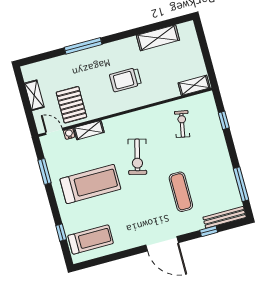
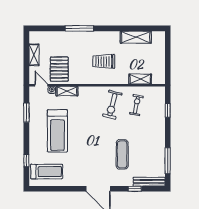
shelving: (194, 85) -> (140, 79), moved
exercise bike: (137, 157) -> (112, 105), moved
treadmill: (90, 184) -> (57, 131), turned 90

